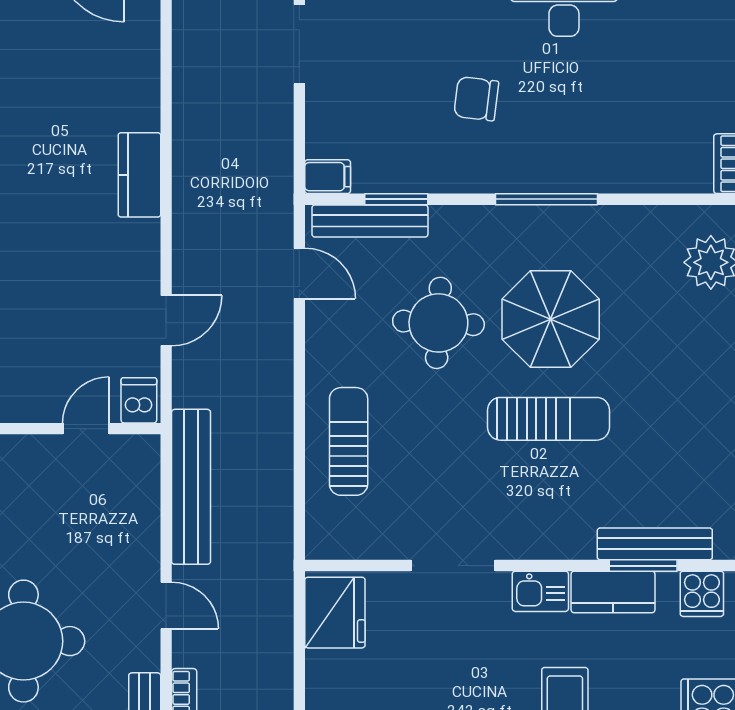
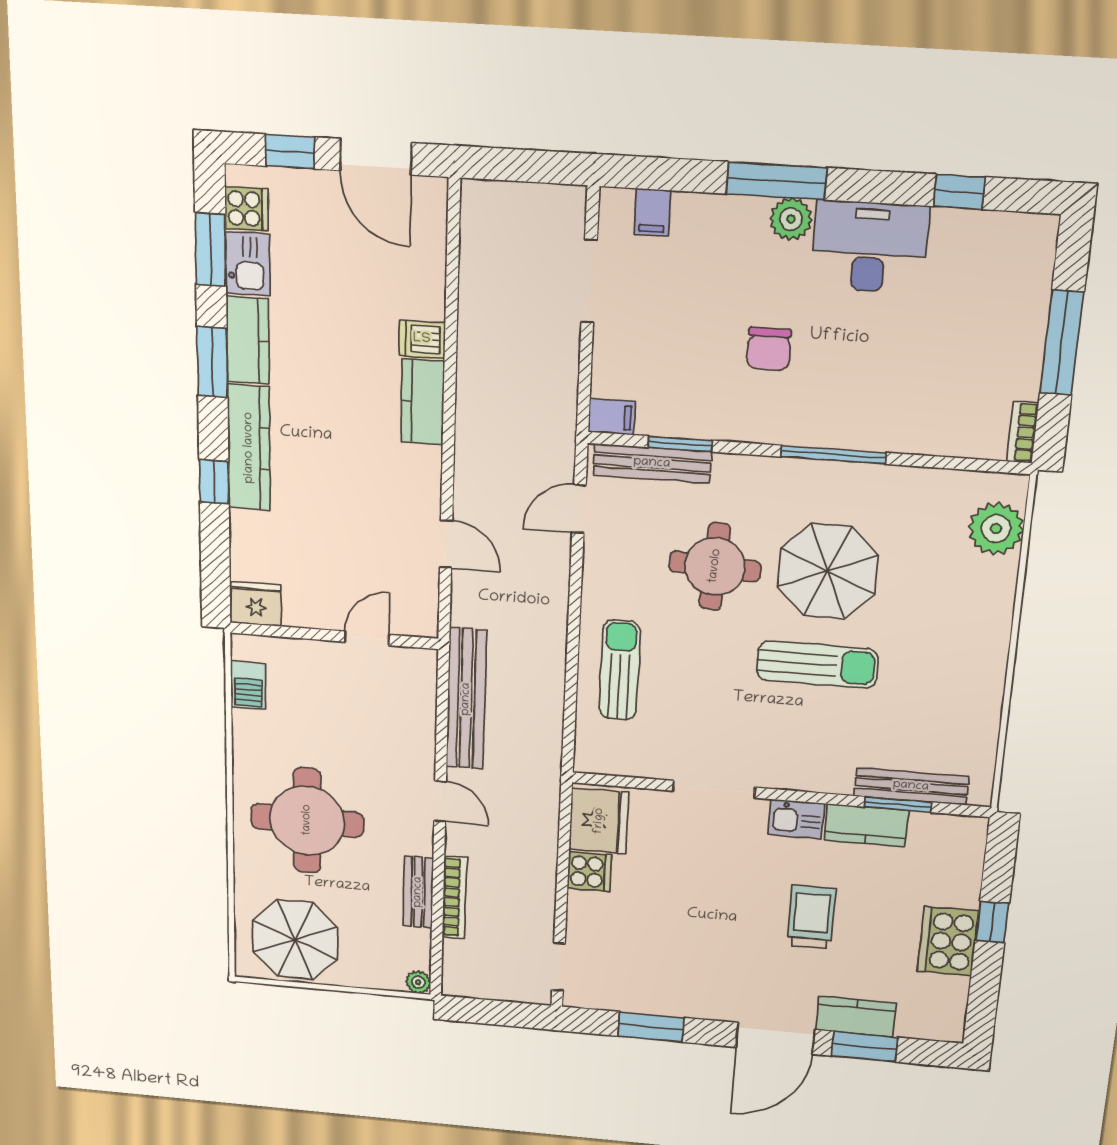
chair: (476, 99) -> (769, 349), turned -97
door: (299, 273) -> (579, 509), swing flipped
door: (166, 321) -> (446, 544), hinge flipped
dishwasher: (139, 400) -> (422, 339), moved, turned -90
cooker: (702, 594) -> (589, 872), moved, turned -90

